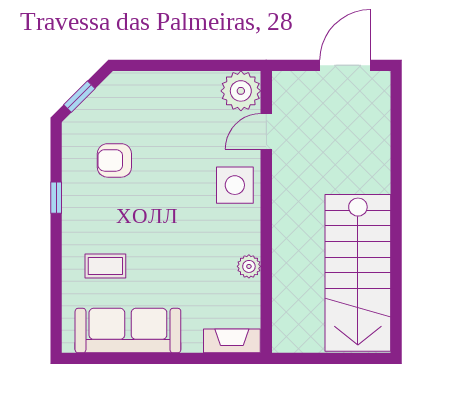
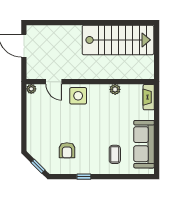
plant: (241, 91) -> (31, 89), width x0.53, depth x0.53

